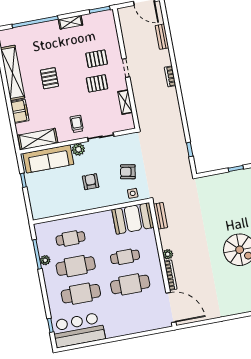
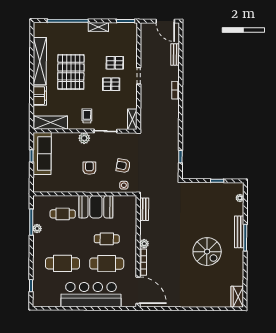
pallet: (49, 78) -> (71, 72), width x2.05, depth x2.00
shelving: (125, 102) -> (132, 119), moved
sofa: (48, 159) -> (42, 154), moved, turned -90
booth: (133, 218) -> (96, 207), moved
cafe table: (76, 266) -> (63, 239), removed
bar counter: (78, 330) -> (91, 295), moved, width x1.36

